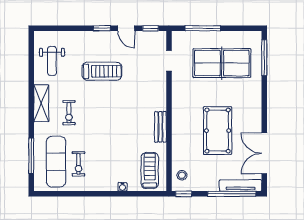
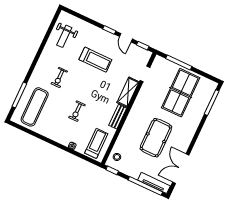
table tennis table: (222, 63) -> (181, 93), turned 90
shelving: (41, 103) -> (128, 92), moved
exercise bike: (78, 164) -> (77, 111), moved

